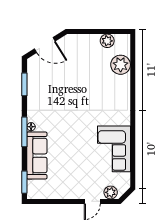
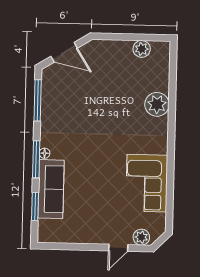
plant: (121, 65) -> (157, 104), moved
window: (24, 84) -> (38, 100), width x1.44
window: (24, 182) -> (35, 207), moved

